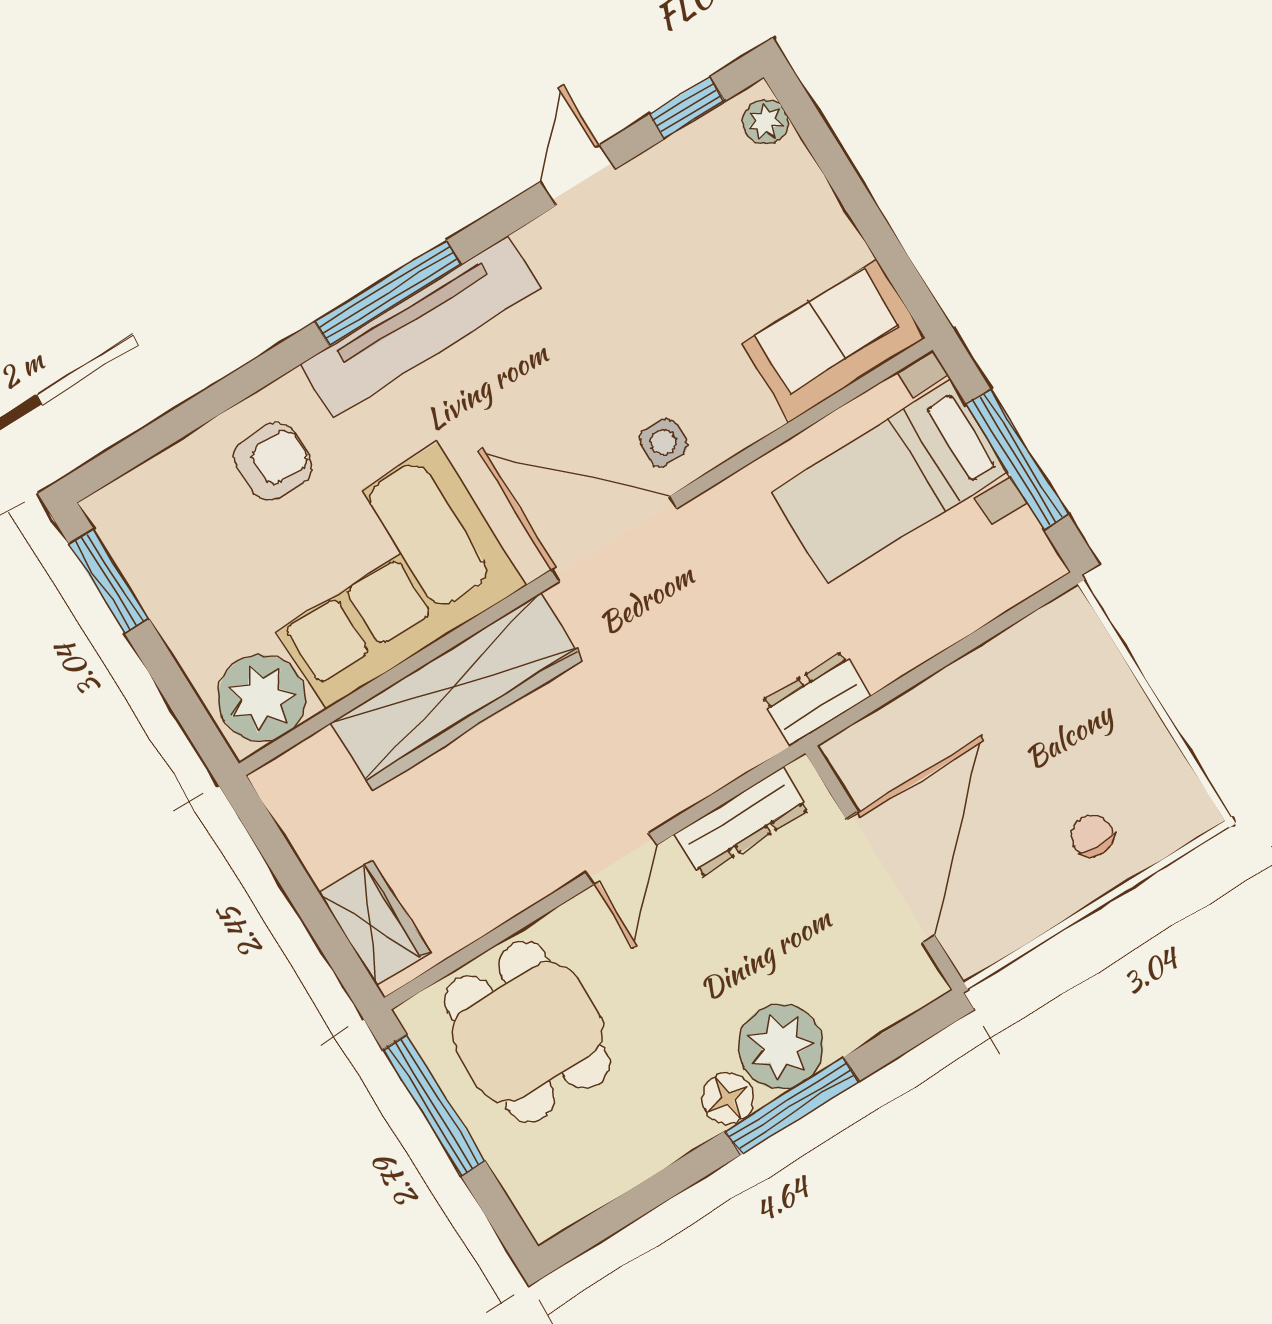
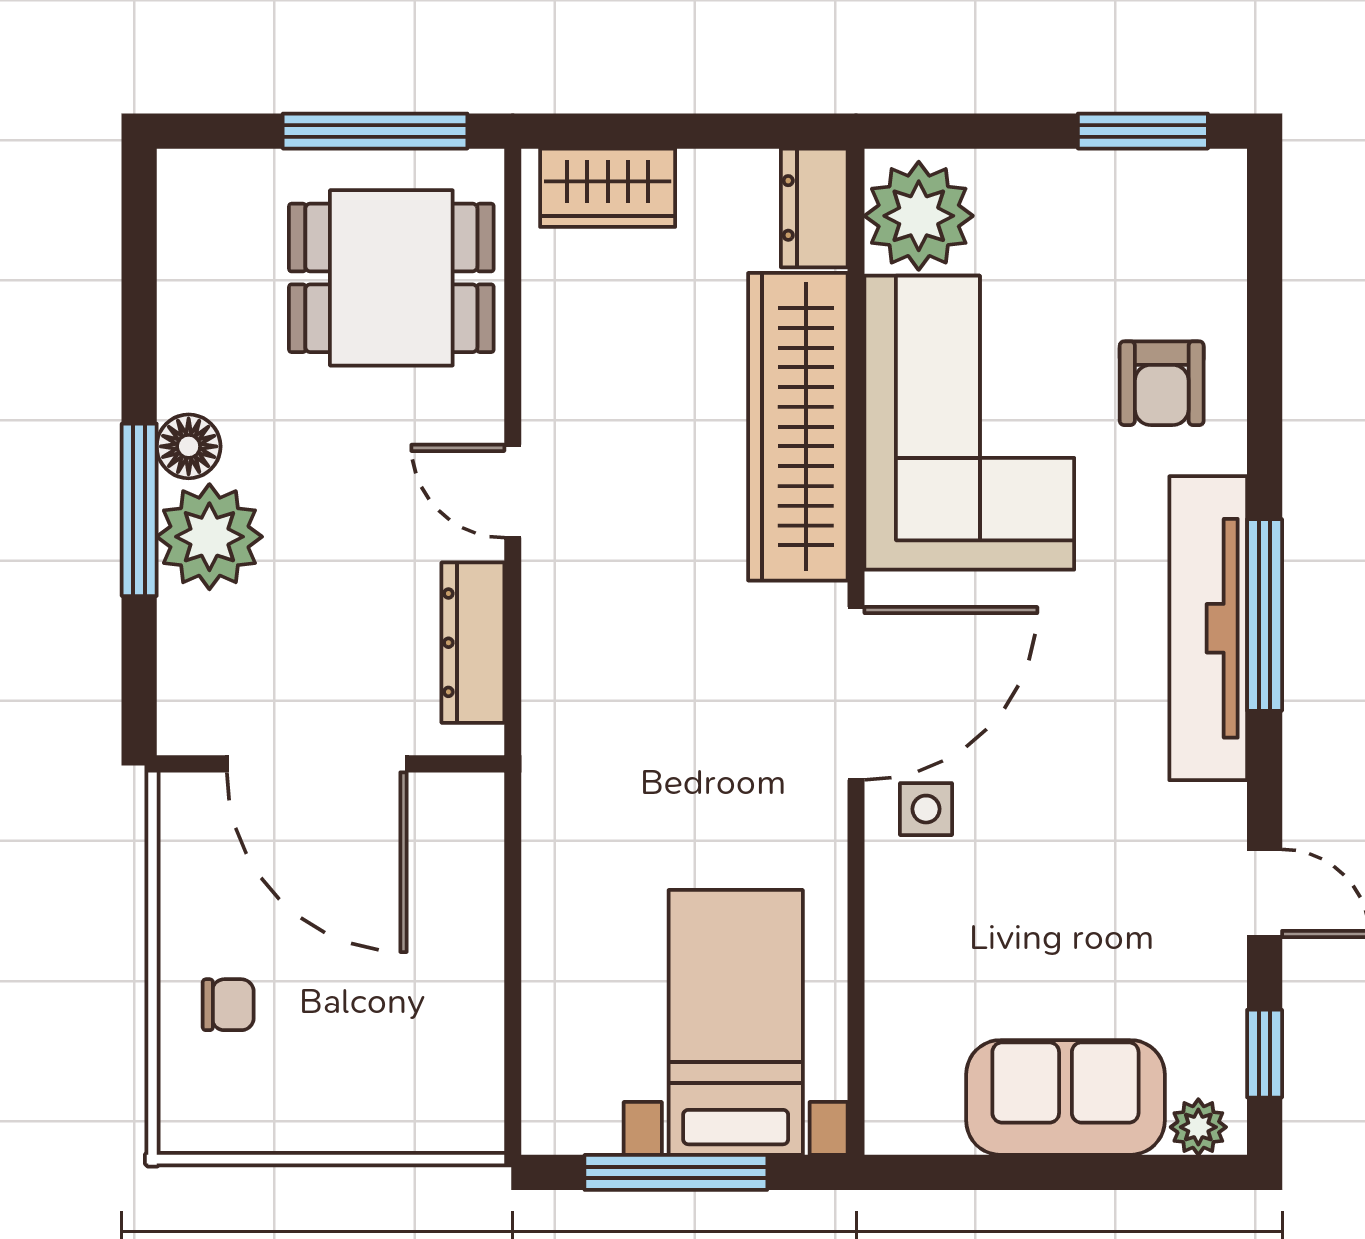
sofa: (833, 341) -> (1065, 1097), moved, turned -90
dresser: (816, 699) -> (814, 208), moved, turned 180

